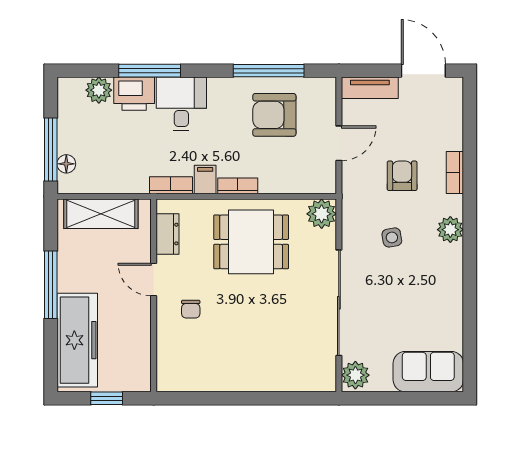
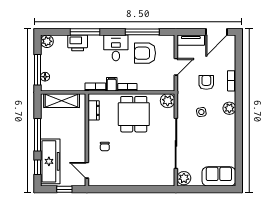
door: (423, 71) -> (216, 32), swing flipped
plant: (99, 90) -> (47, 41), moved
desk: (181, 104) -> (116, 48), moved
dining table: (251, 242) -> (134, 114), turned 90
door: (154, 280) -> (87, 170), moved
window: (51, 352) -> (38, 167), added

